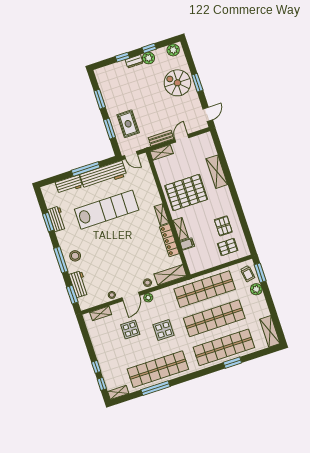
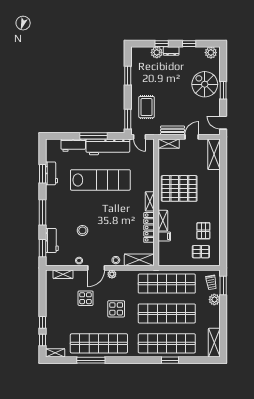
plant: (149, 58) -> (157, 52), moved
door: (208, 114) -> (223, 123), swing flipped
window: (109, 129) -> (128, 119), moved
shelving: (217, 172) -> (214, 154), moved
stool: (75, 256) -> (82, 230), moved

